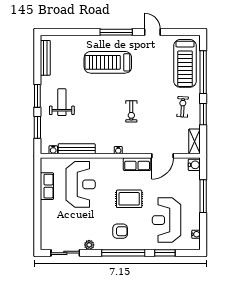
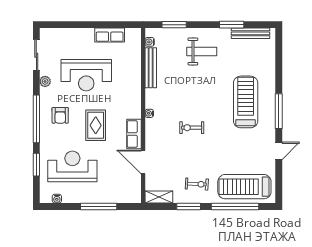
window: (37, 96) -> (232, 25), moved
water cooler: (194, 165) -> (133, 197), removed
reception desk: (81, 184) -> (86, 75), moved

